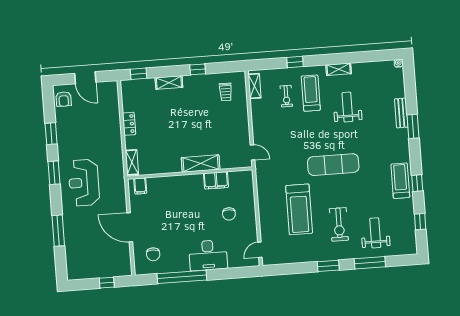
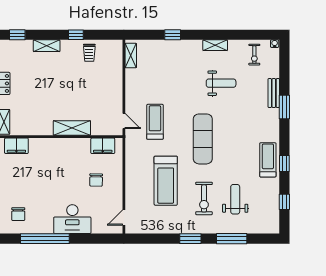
trolley: (226, 92) -> (89, 53), moved
treadmill: (311, 93) -> (155, 122), moved
exercise bike: (286, 96) -> (254, 55), moved
weight bench: (347, 107) -> (221, 83), turned 90
exercise mat: (333, 165) -> (203, 139), turned 90
filing cabinet: (216, 180) -> (103, 146), moved
filing cabinet: (140, 186) -> (16, 146), width x2.00
weight bench: (375, 233) -> (235, 199), moved

